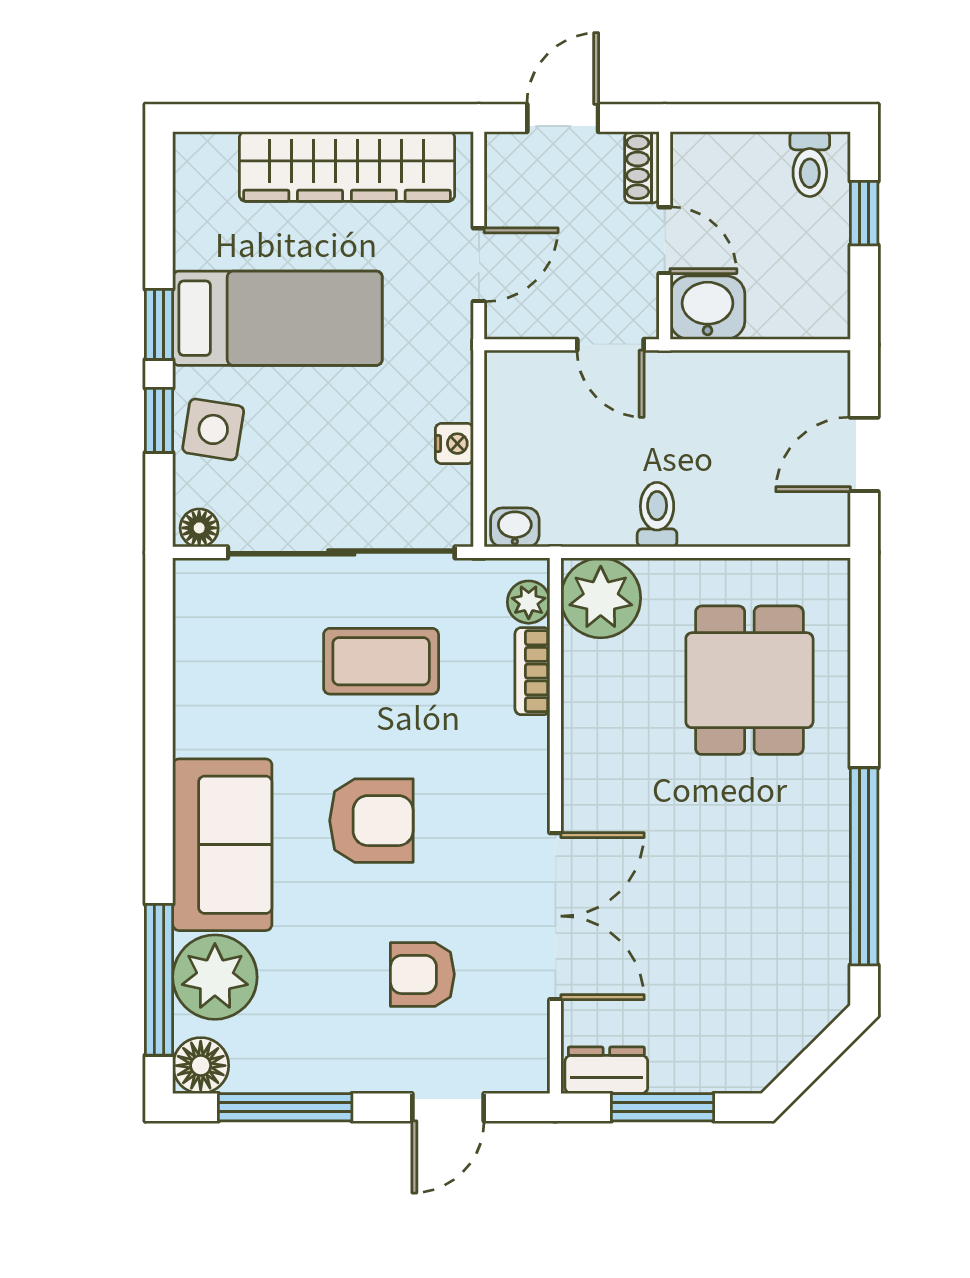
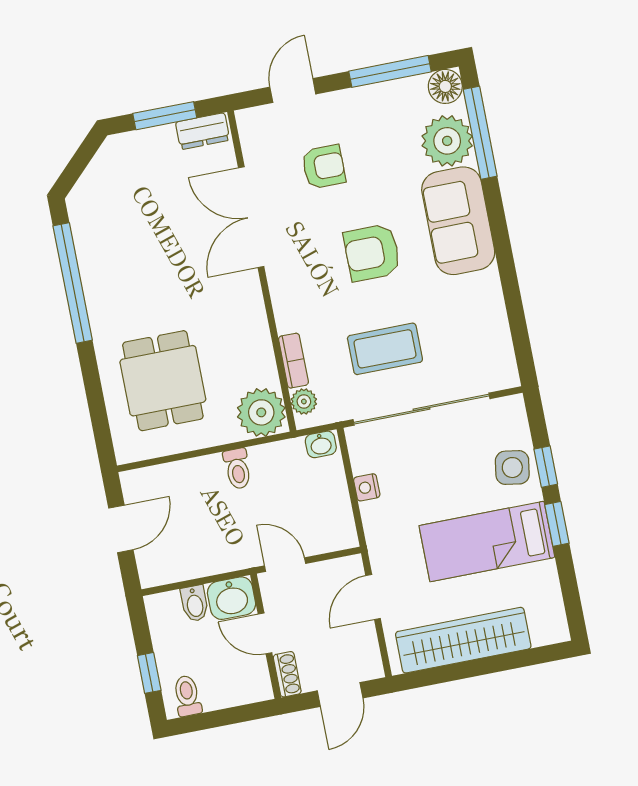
bidet: (769, 311) -> (195, 603), added
floor lamp: (199, 528) -> (509, 407), removed

